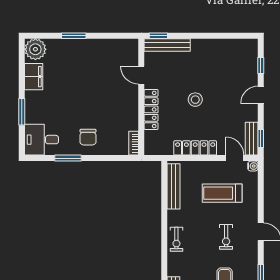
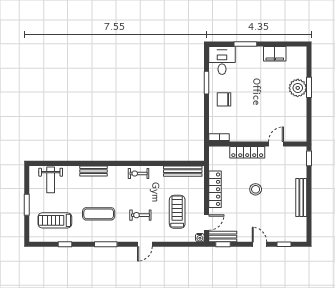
bench: (167, 45) -> (301, 198), moved
plant: (35, 49) -> (298, 88), moved

